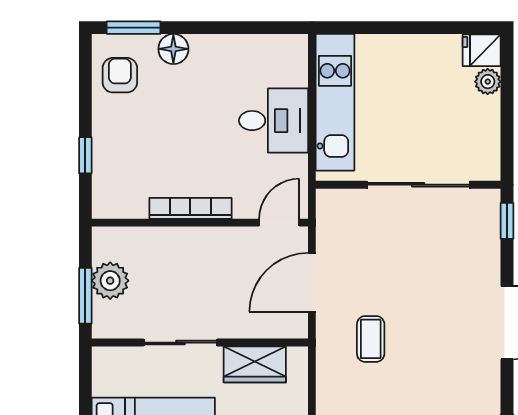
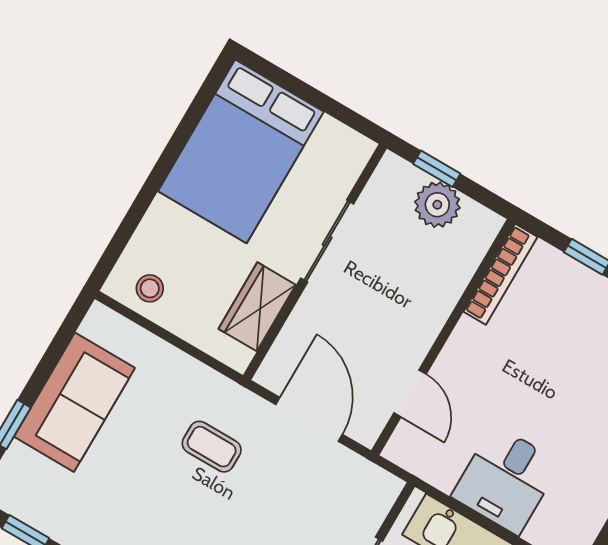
bookcase: (190, 208) -> (500, 274), moved
door: (279, 223) -> (410, 394), moved
window: (85, 296) -> (437, 169), width x0.67

